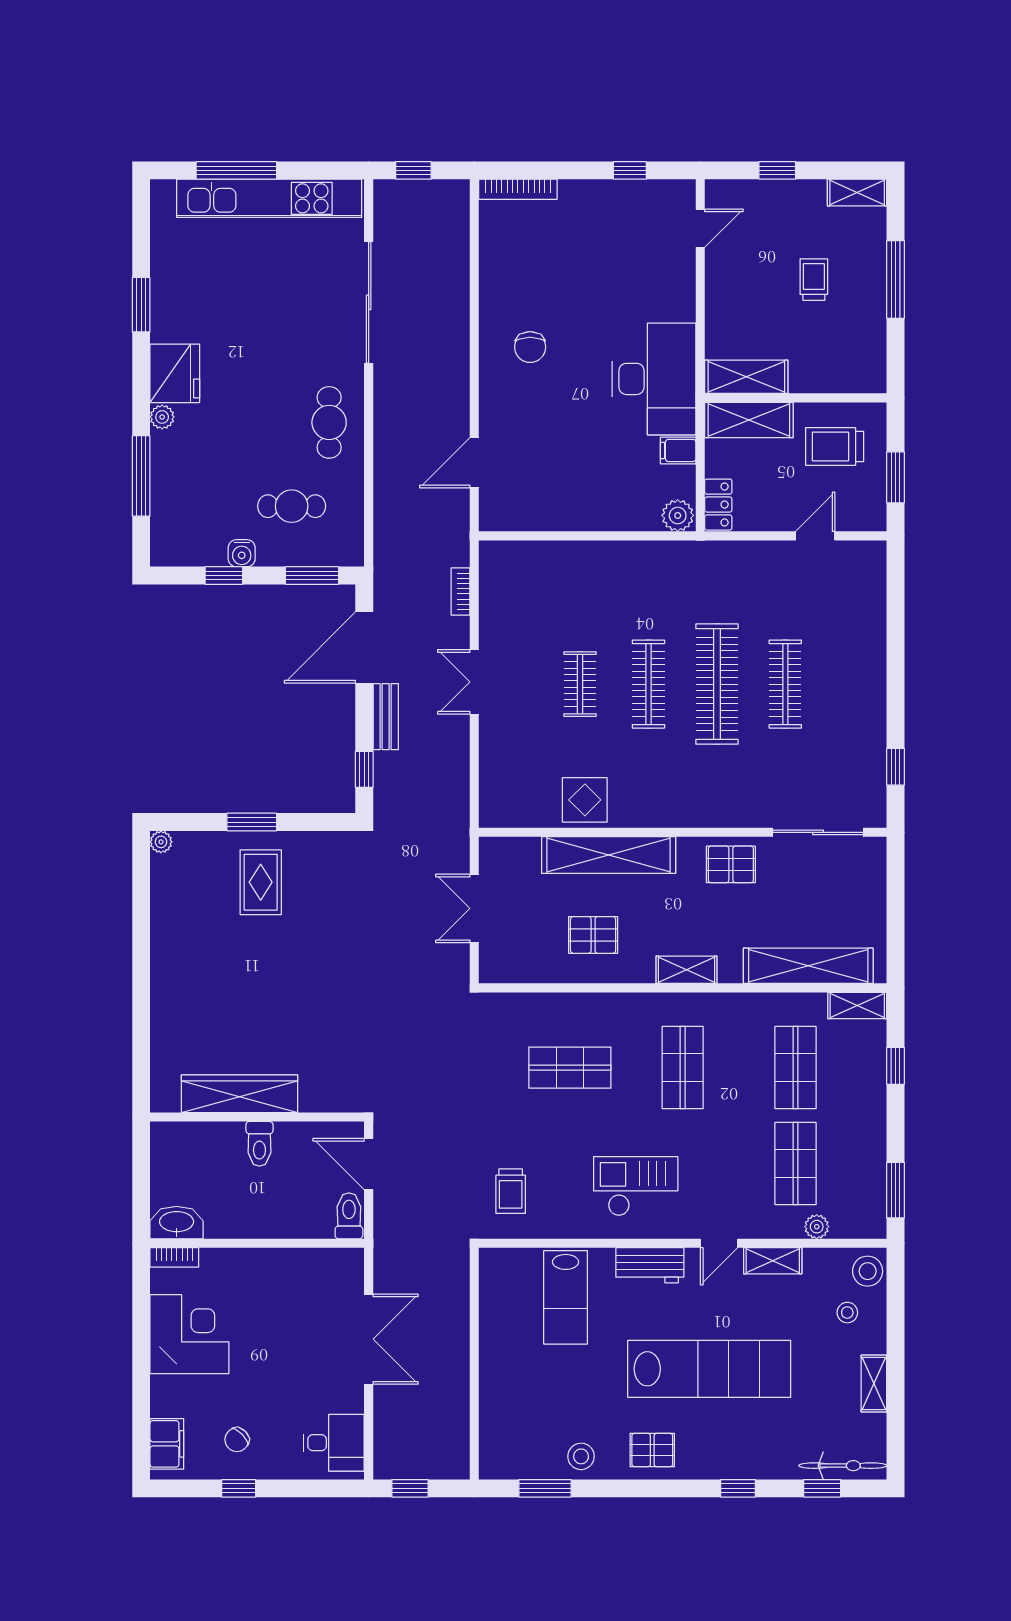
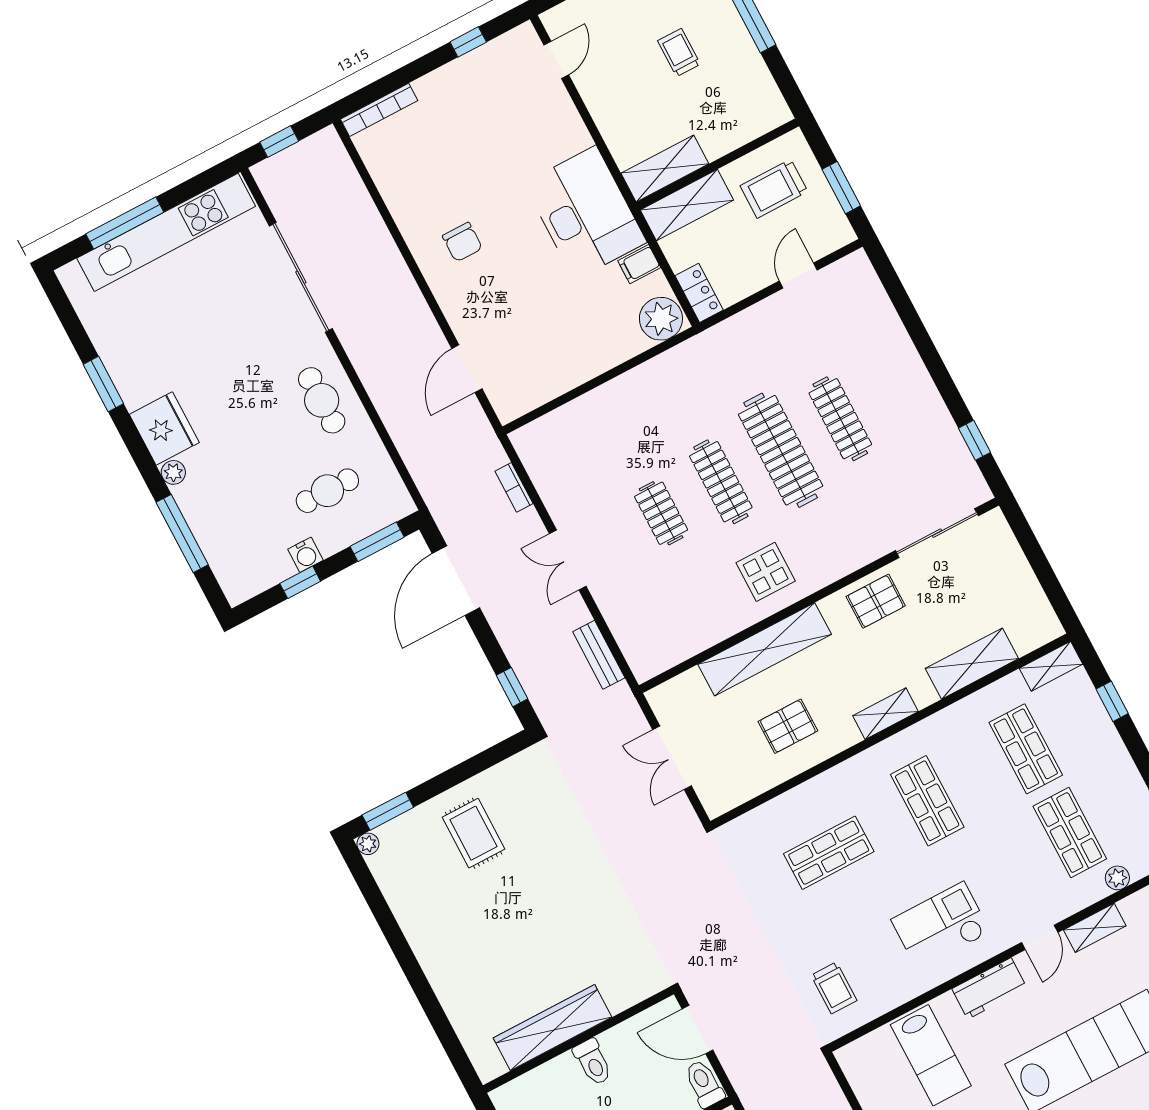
plant: (678, 515) -> (661, 319), width x1.36, depth x1.36
bench: (386, 717) -> (599, 655), moved
display table: (585, 800) -> (766, 572), moved
window: (252, 822) -> (388, 811), moved
shelving: (808, 966) -> (972, 664), width x0.68

